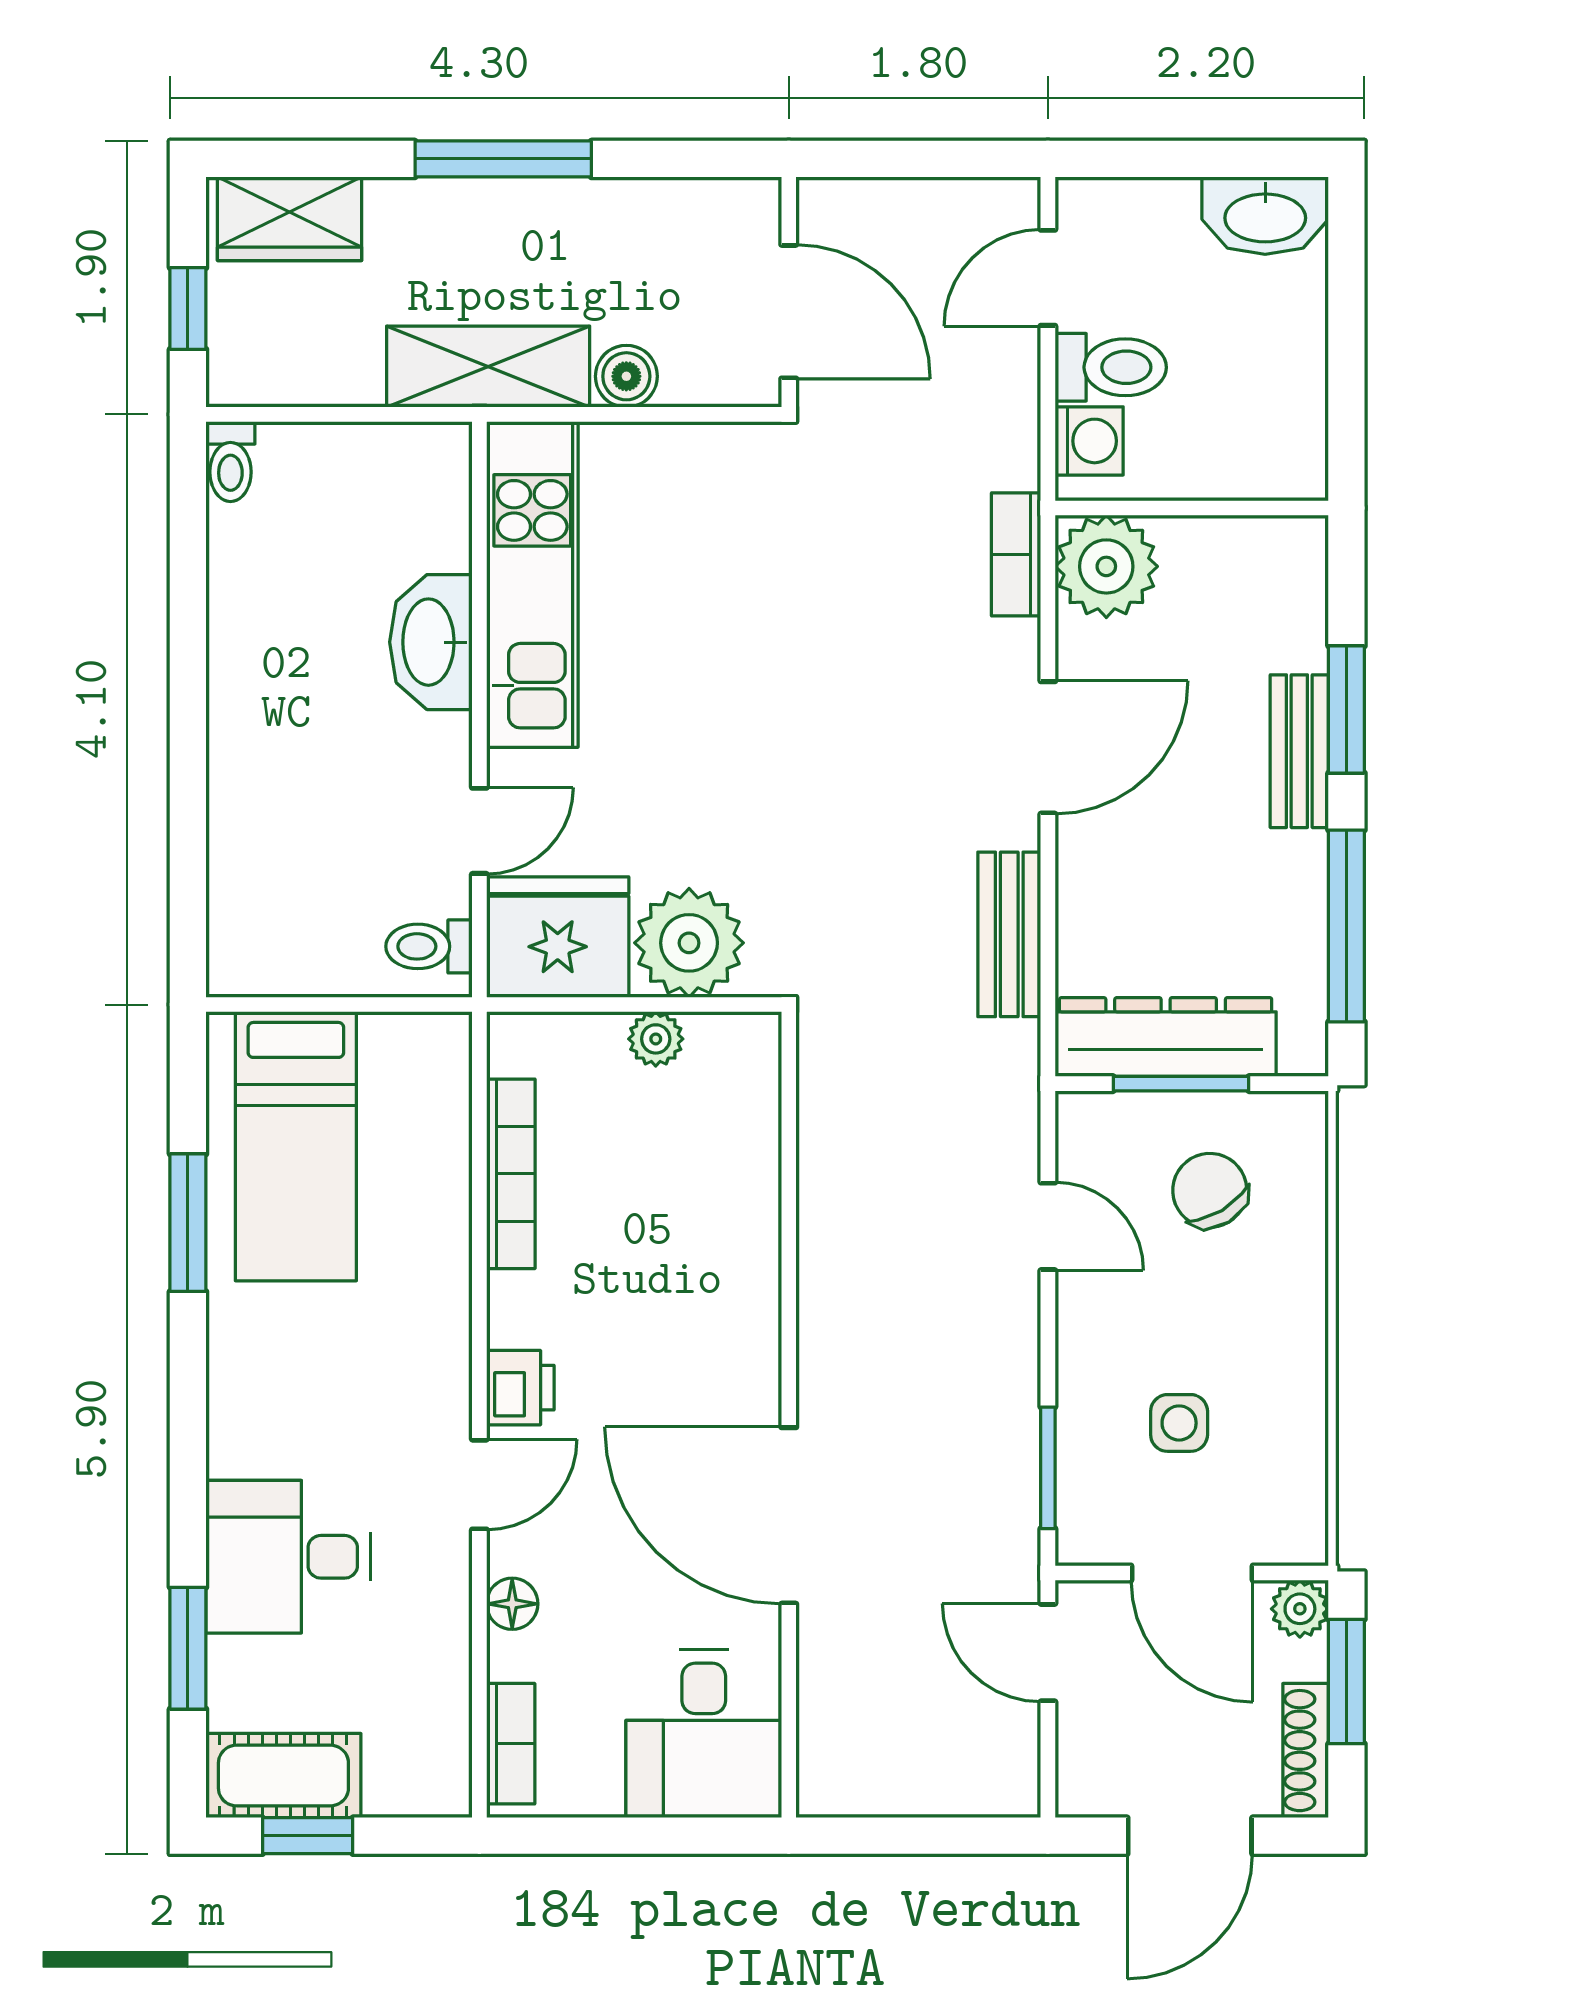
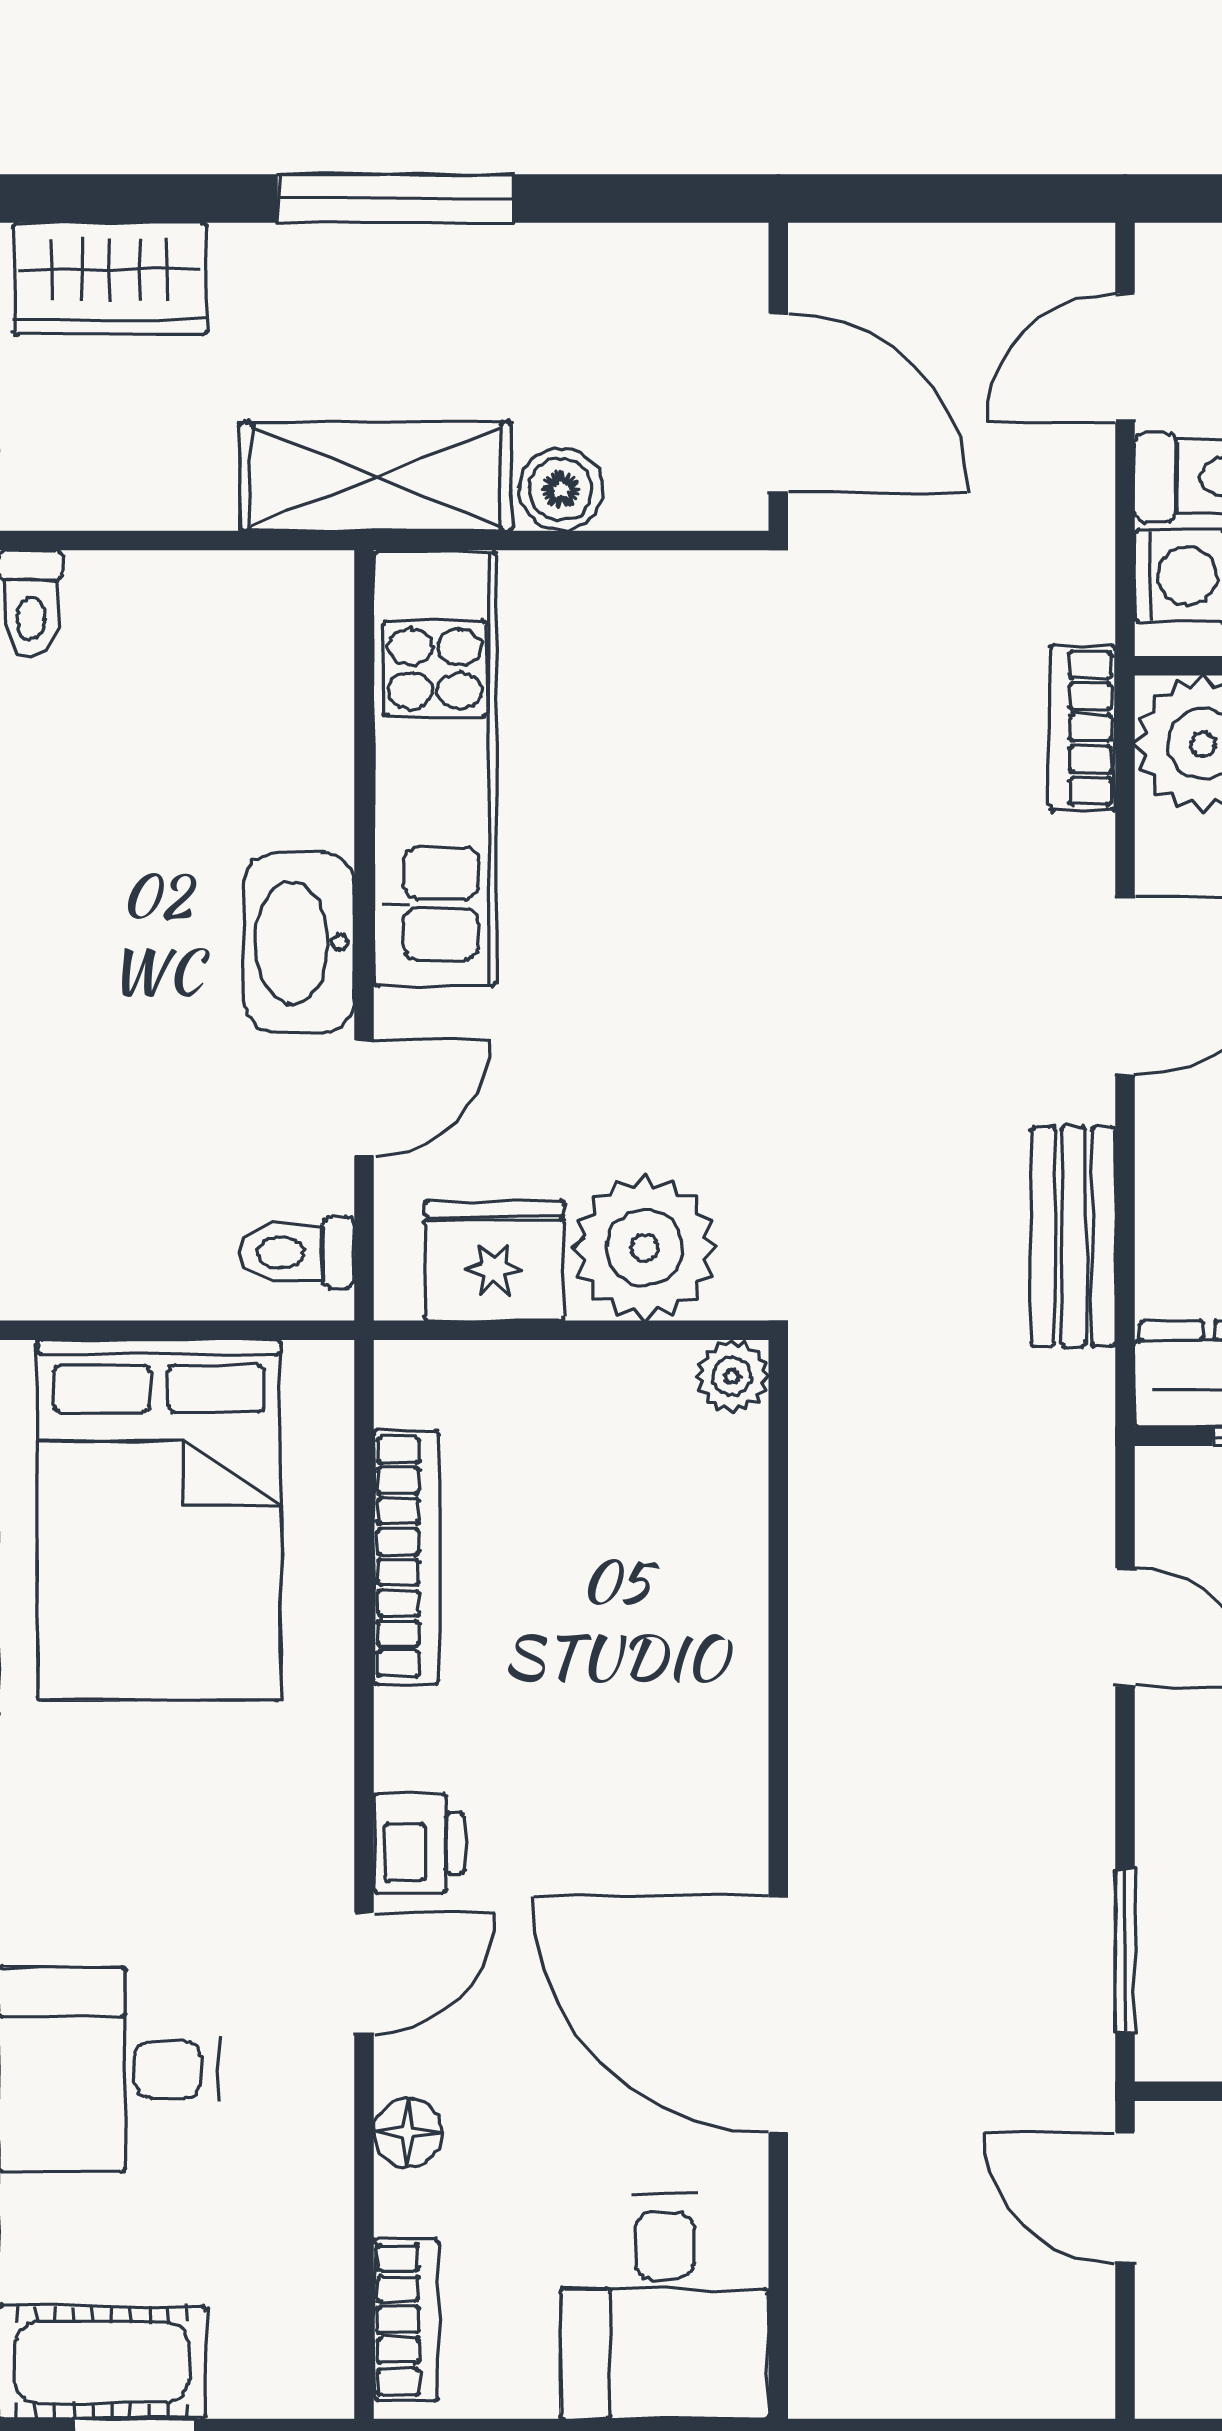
washbasin: (431, 642) -> (299, 942), moved
fridge: (558, 937) -> (494, 1260), width x0.73, depth x0.75
plant: (656, 1039) -> (732, 1376), moved
bed: (296, 1146) -> (159, 1520), width x1.50

